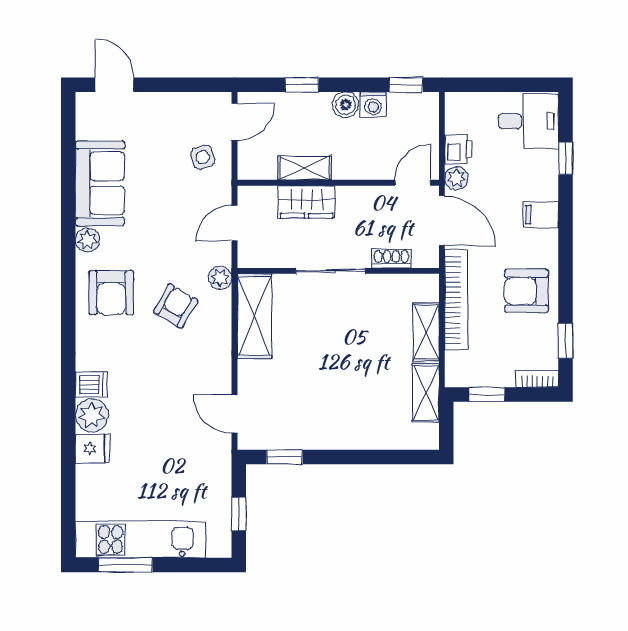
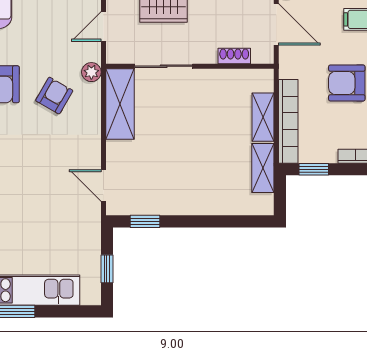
sliding door: (331, 271) -> (164, 66), moved
bookcase: (456, 300) -> (288, 121), moved

